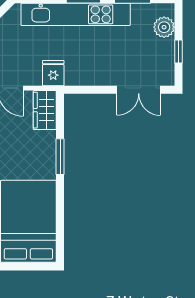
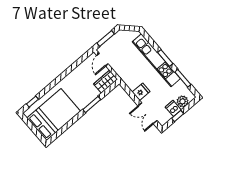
dishwasher: (163, 49) -> (173, 108), added
fridge: (53, 73) -> (141, 92), moved

